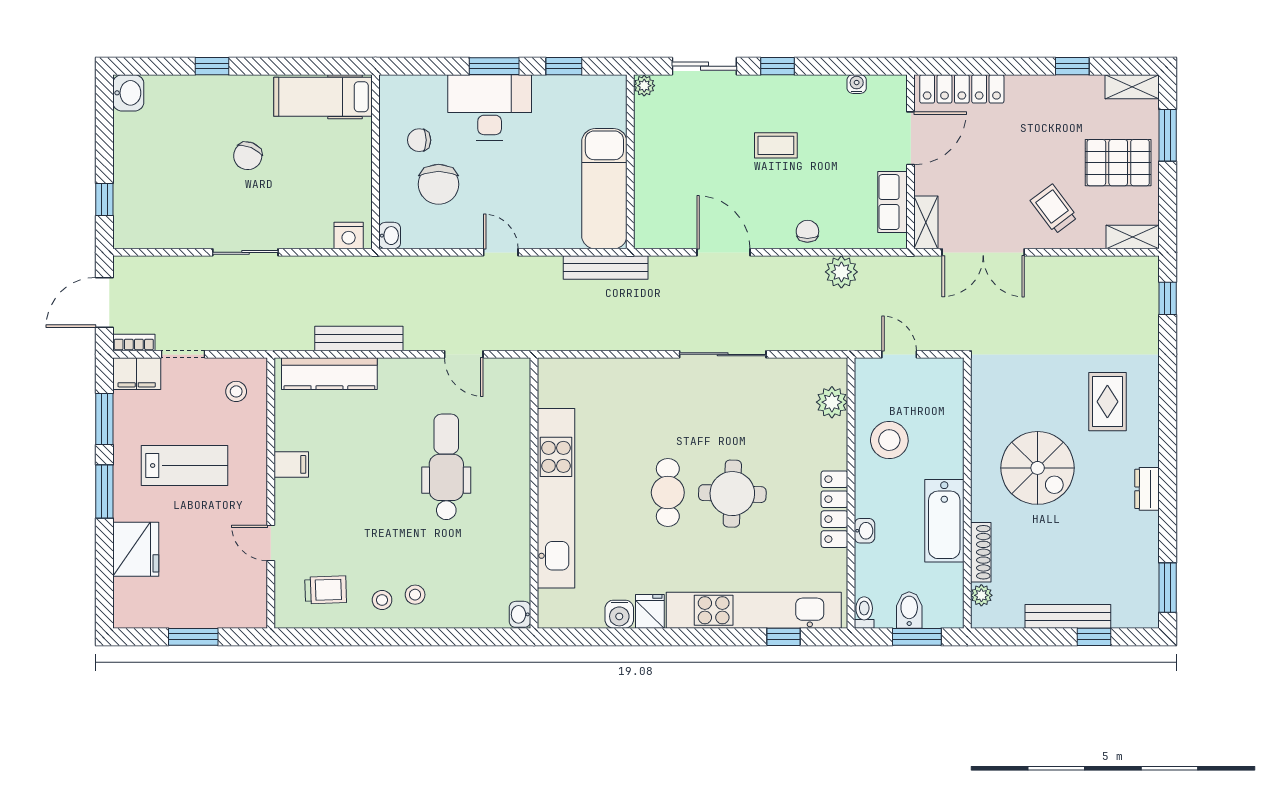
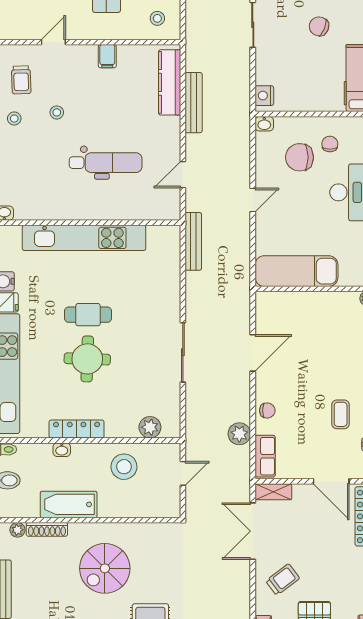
coffee table: (776, 145) -> (341, 414), moved
row of seats: (893, 202) -> (265, 456), moved, turned 90
bench: (606, 268) -> (193, 241), moved
stool: (415, 595) -> (57, 112), moved

